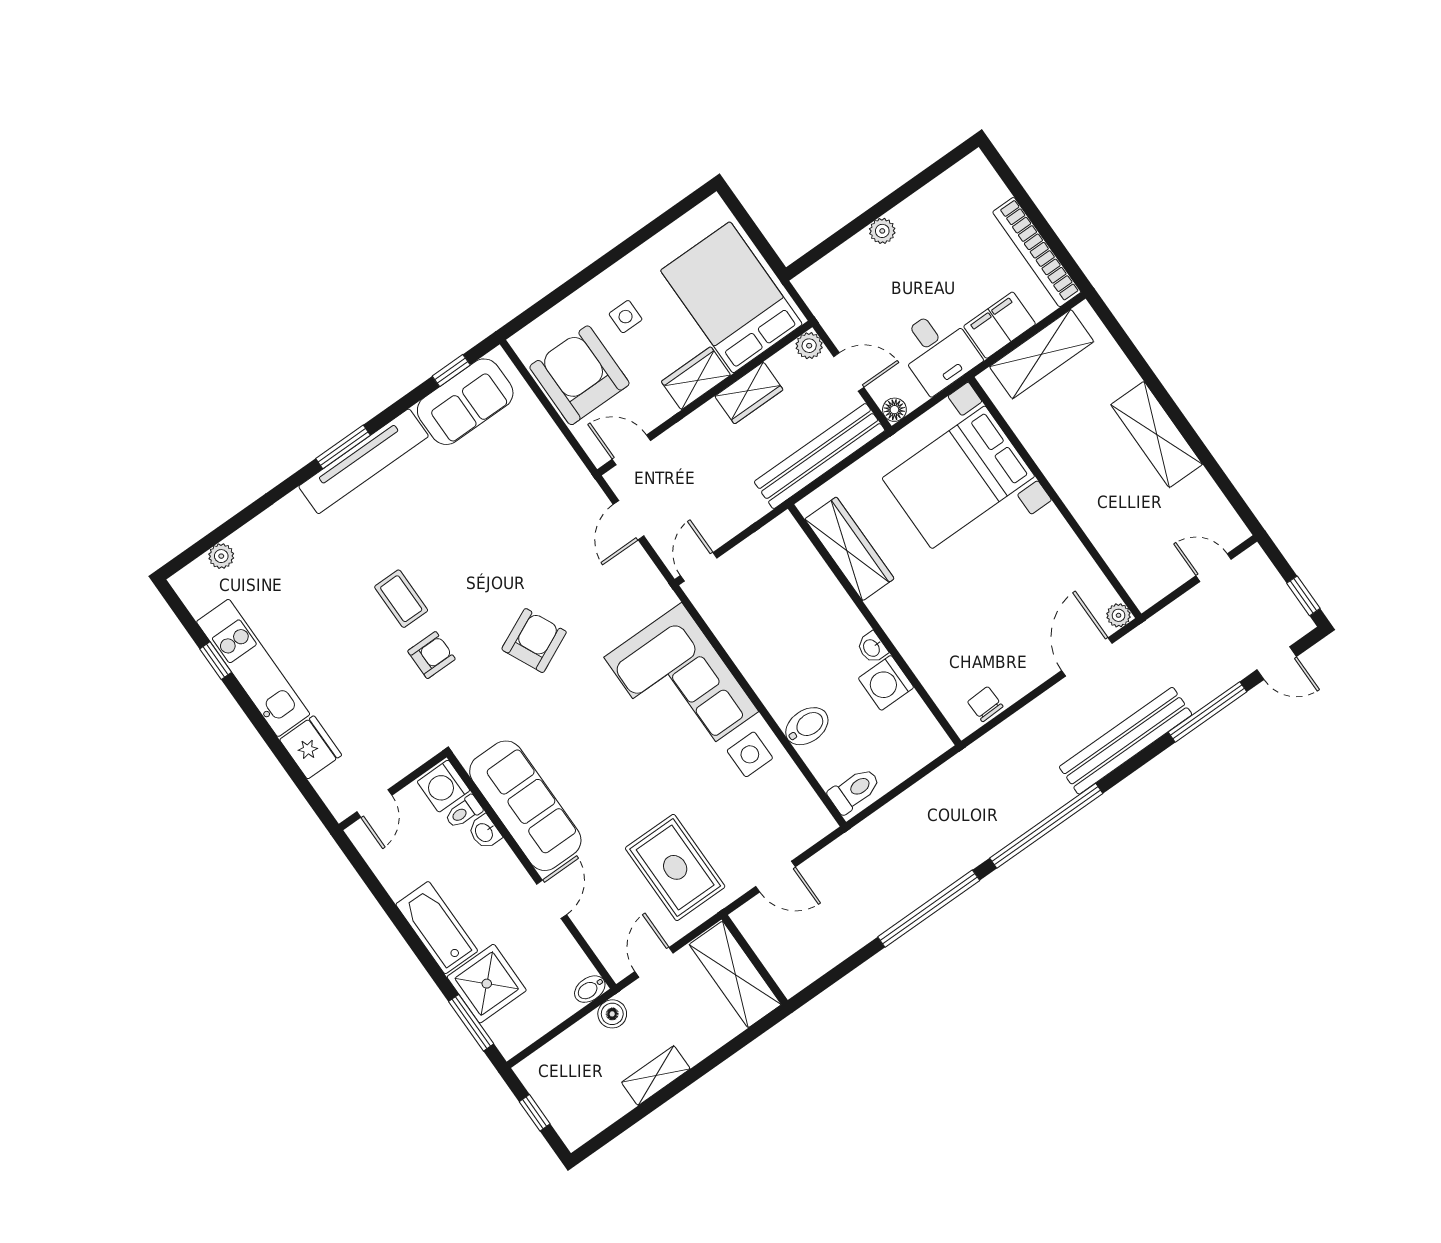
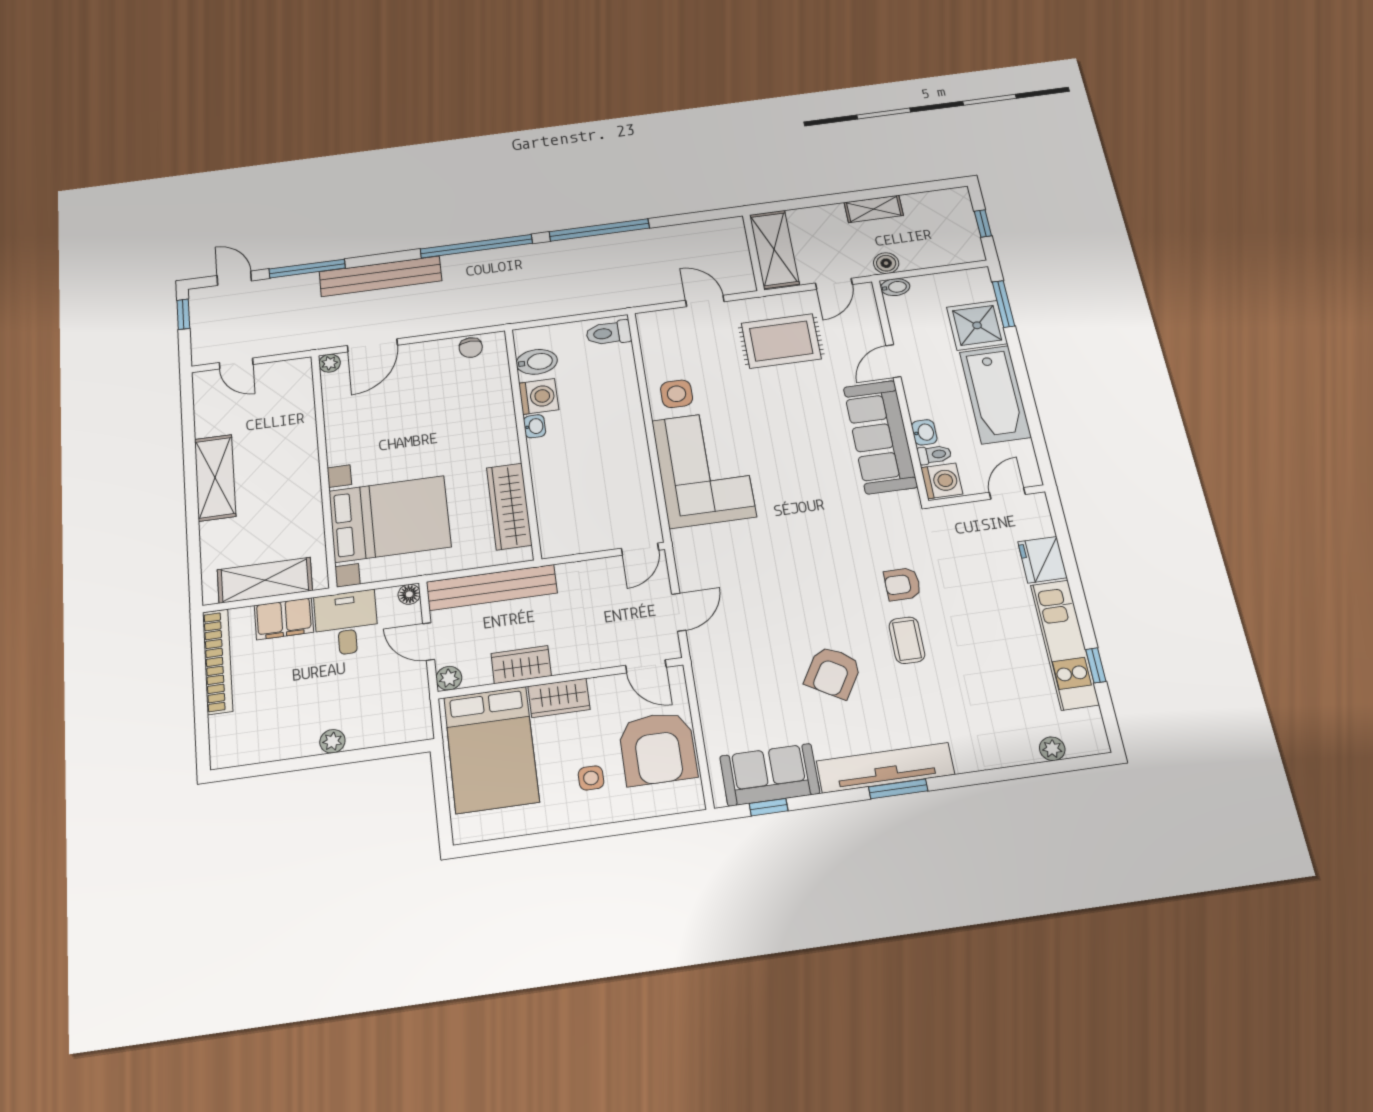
armchair: (534, 641) -> (833, 672), moved, turned -34
bidet: (807, 726) -> (537, 362), moved, turned 180
rug: (675, 867) -> (781, 341), turned 90
bathtub: (437, 928) -> (995, 394), width x1.36, depth x1.36

